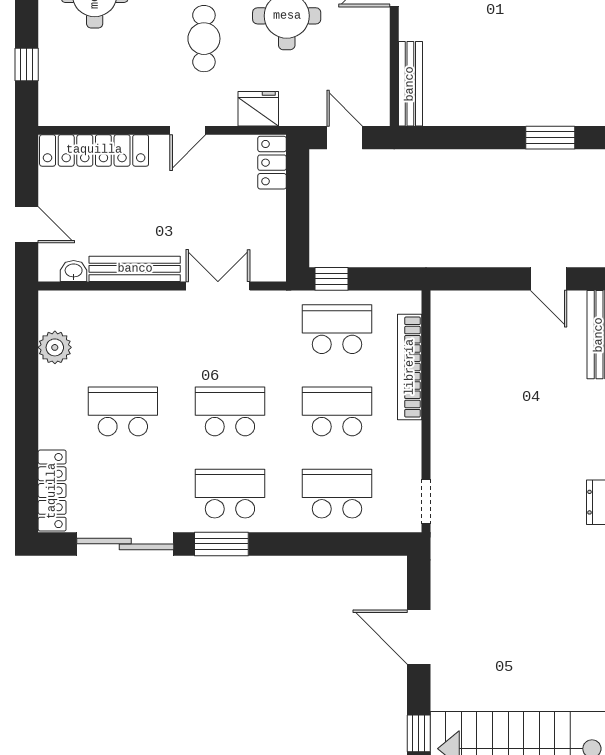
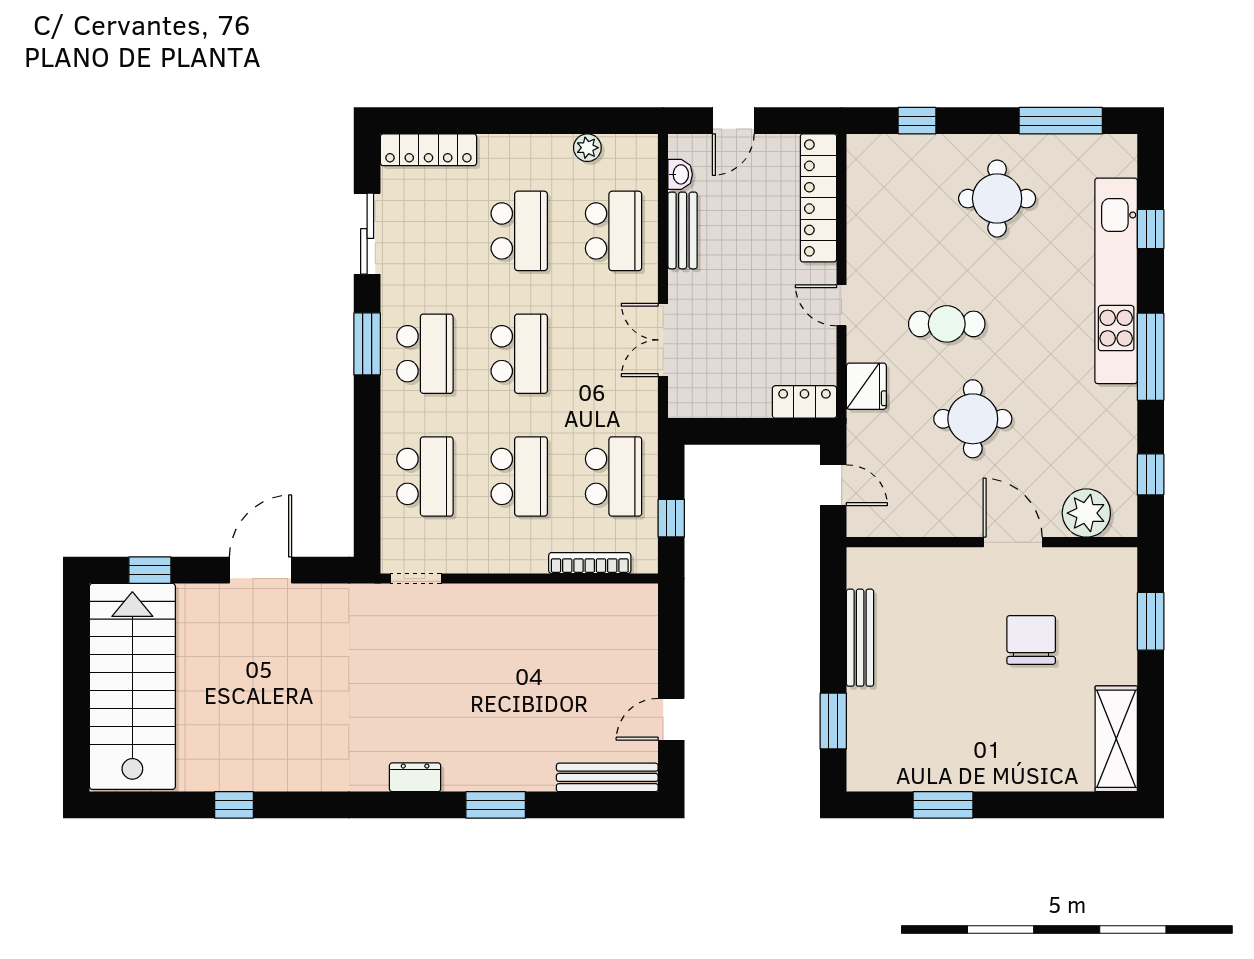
bench: (410, 84) -> (860, 638), moved, turned 90
door: (345, 138) -> (833, 485), hinge flipped
bench: (135, 269) -> (683, 230), width x0.73
window: (332, 279) -> (671, 518), moved
double door: (218, 286) -> (663, 340), swing flipped
school desk: (123, 329) -> (613, 231), added
plant: (55, 347) -> (587, 148), width x0.73, depth x0.73
bookcase: (410, 367) -> (590, 563), width x0.68, depth x0.76
sliding door: (125, 544) -> (367, 234), width x0.73

